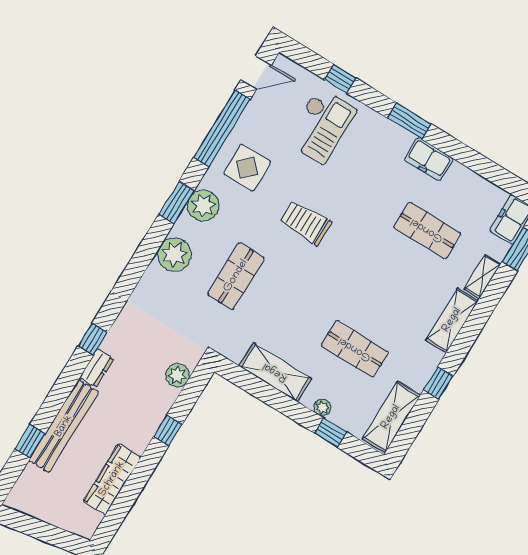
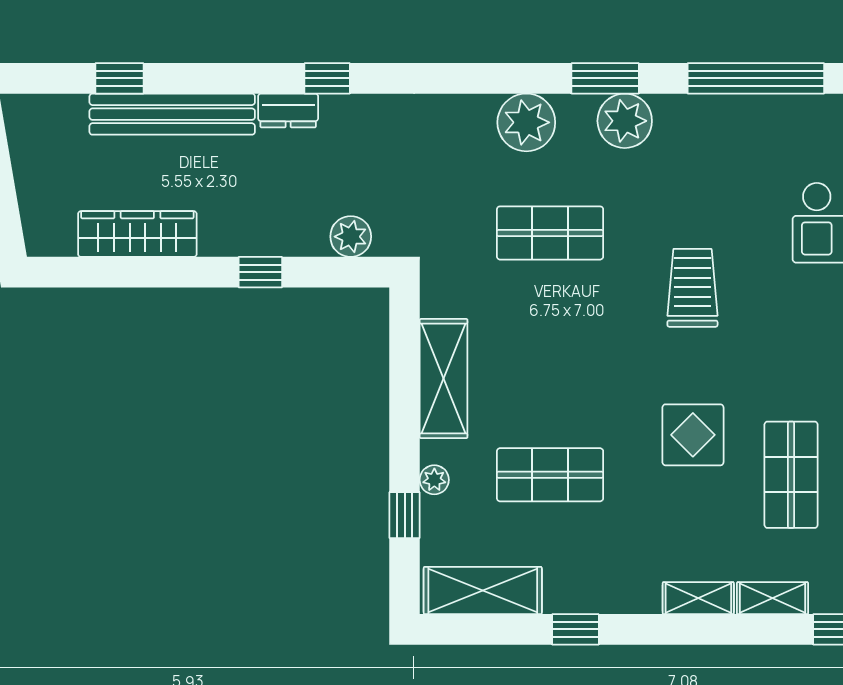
display table: (247, 168) -> (693, 435), moved
shelving: (452, 320) -> (698, 598), width x0.67, depth x0.75
shop shelf: (355, 349) -> (550, 475), turned 90

